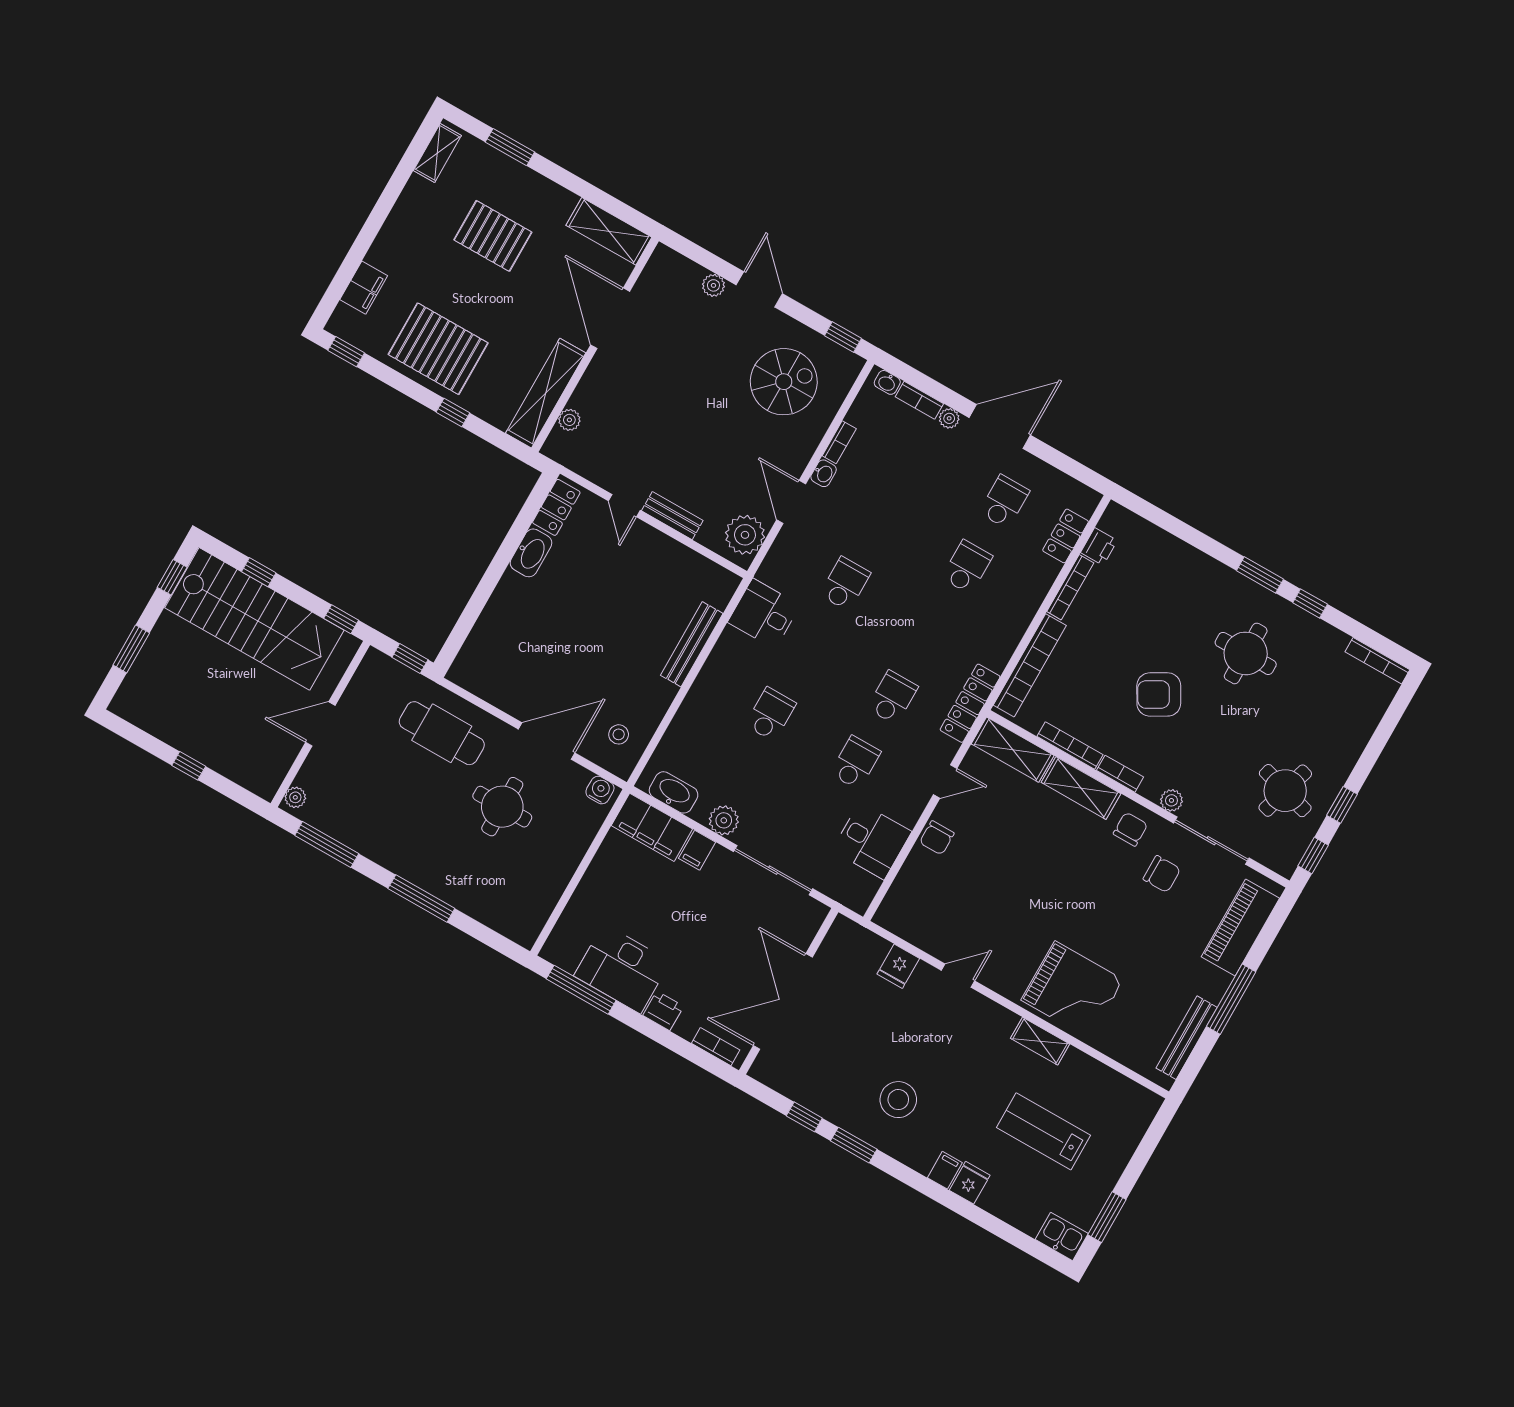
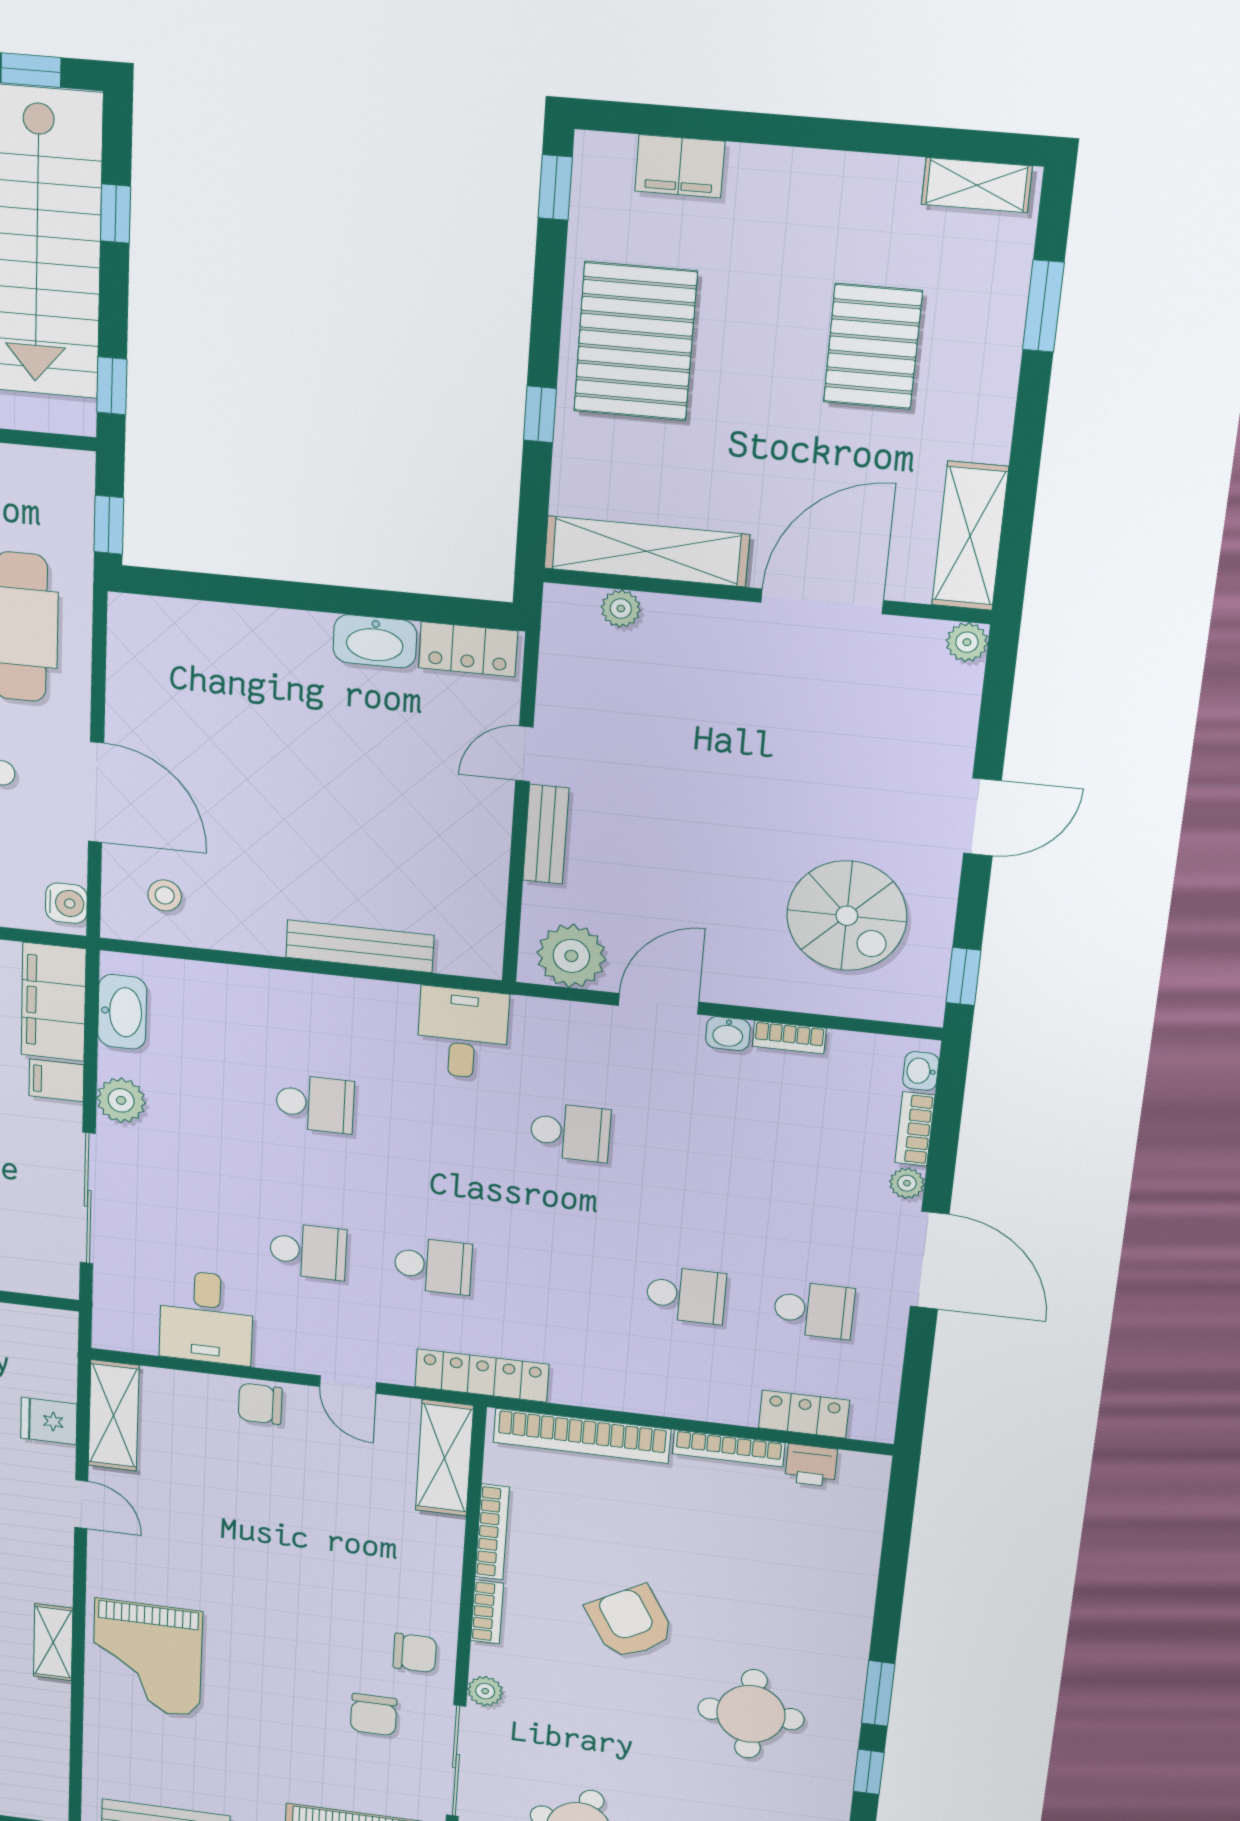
plant: (713, 285) -> (967, 642), moved
shelving: (1081, 788) -> (114, 1416), moved

